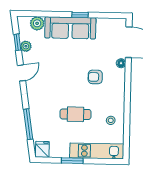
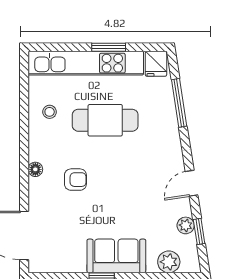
sofa: (70, 28) -> (116, 256), width x0.73
floor lamp: (121, 63) -> (35, 169), moved
cafe table: (75, 114) -> (105, 120), width x1.37, depth x1.35
kitchen unit: (97, 151) -> (86, 63), width x1.36

